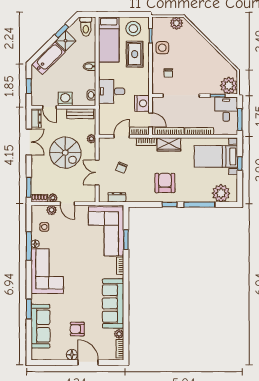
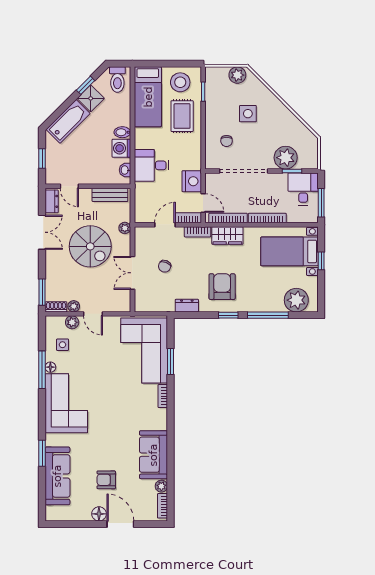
side table: (162, 48) -> (248, 114), moved
plant: (229, 86) -> (286, 158), moved
washing machine: (65, 99) -> (121, 148), moved, turned -90
dresser: (117, 197) -> (187, 306), moved
sofa: (113, 303) -> (153, 455), width x0.73

